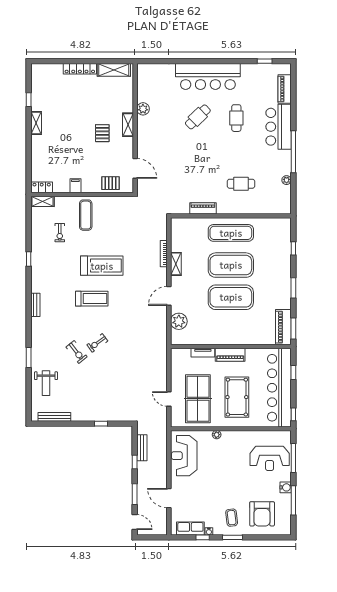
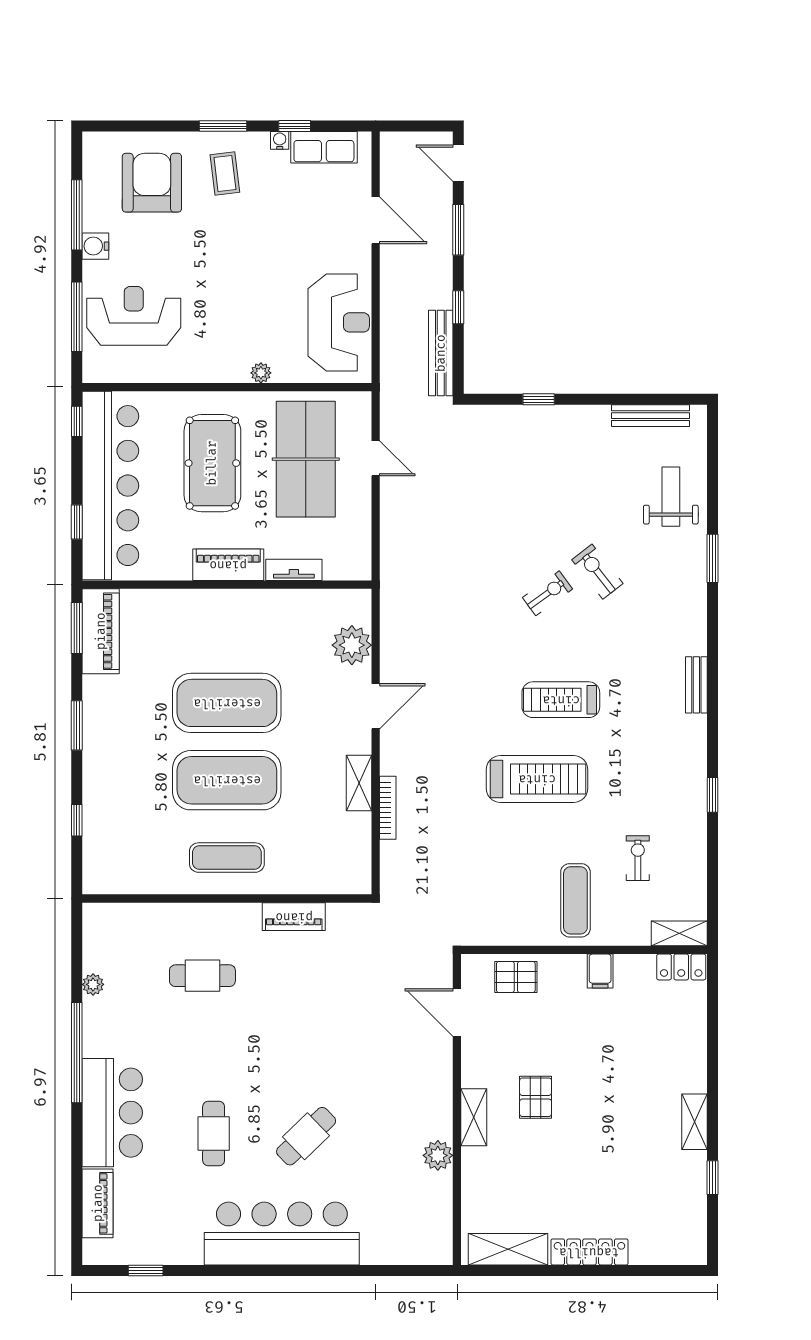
exercise mat: (231, 233) -> (227, 858), width x0.73, depth x0.69
treadmill: (102, 266) -> (537, 779), turned 180
bench: (142, 448) -> (441, 353), width x1.36

